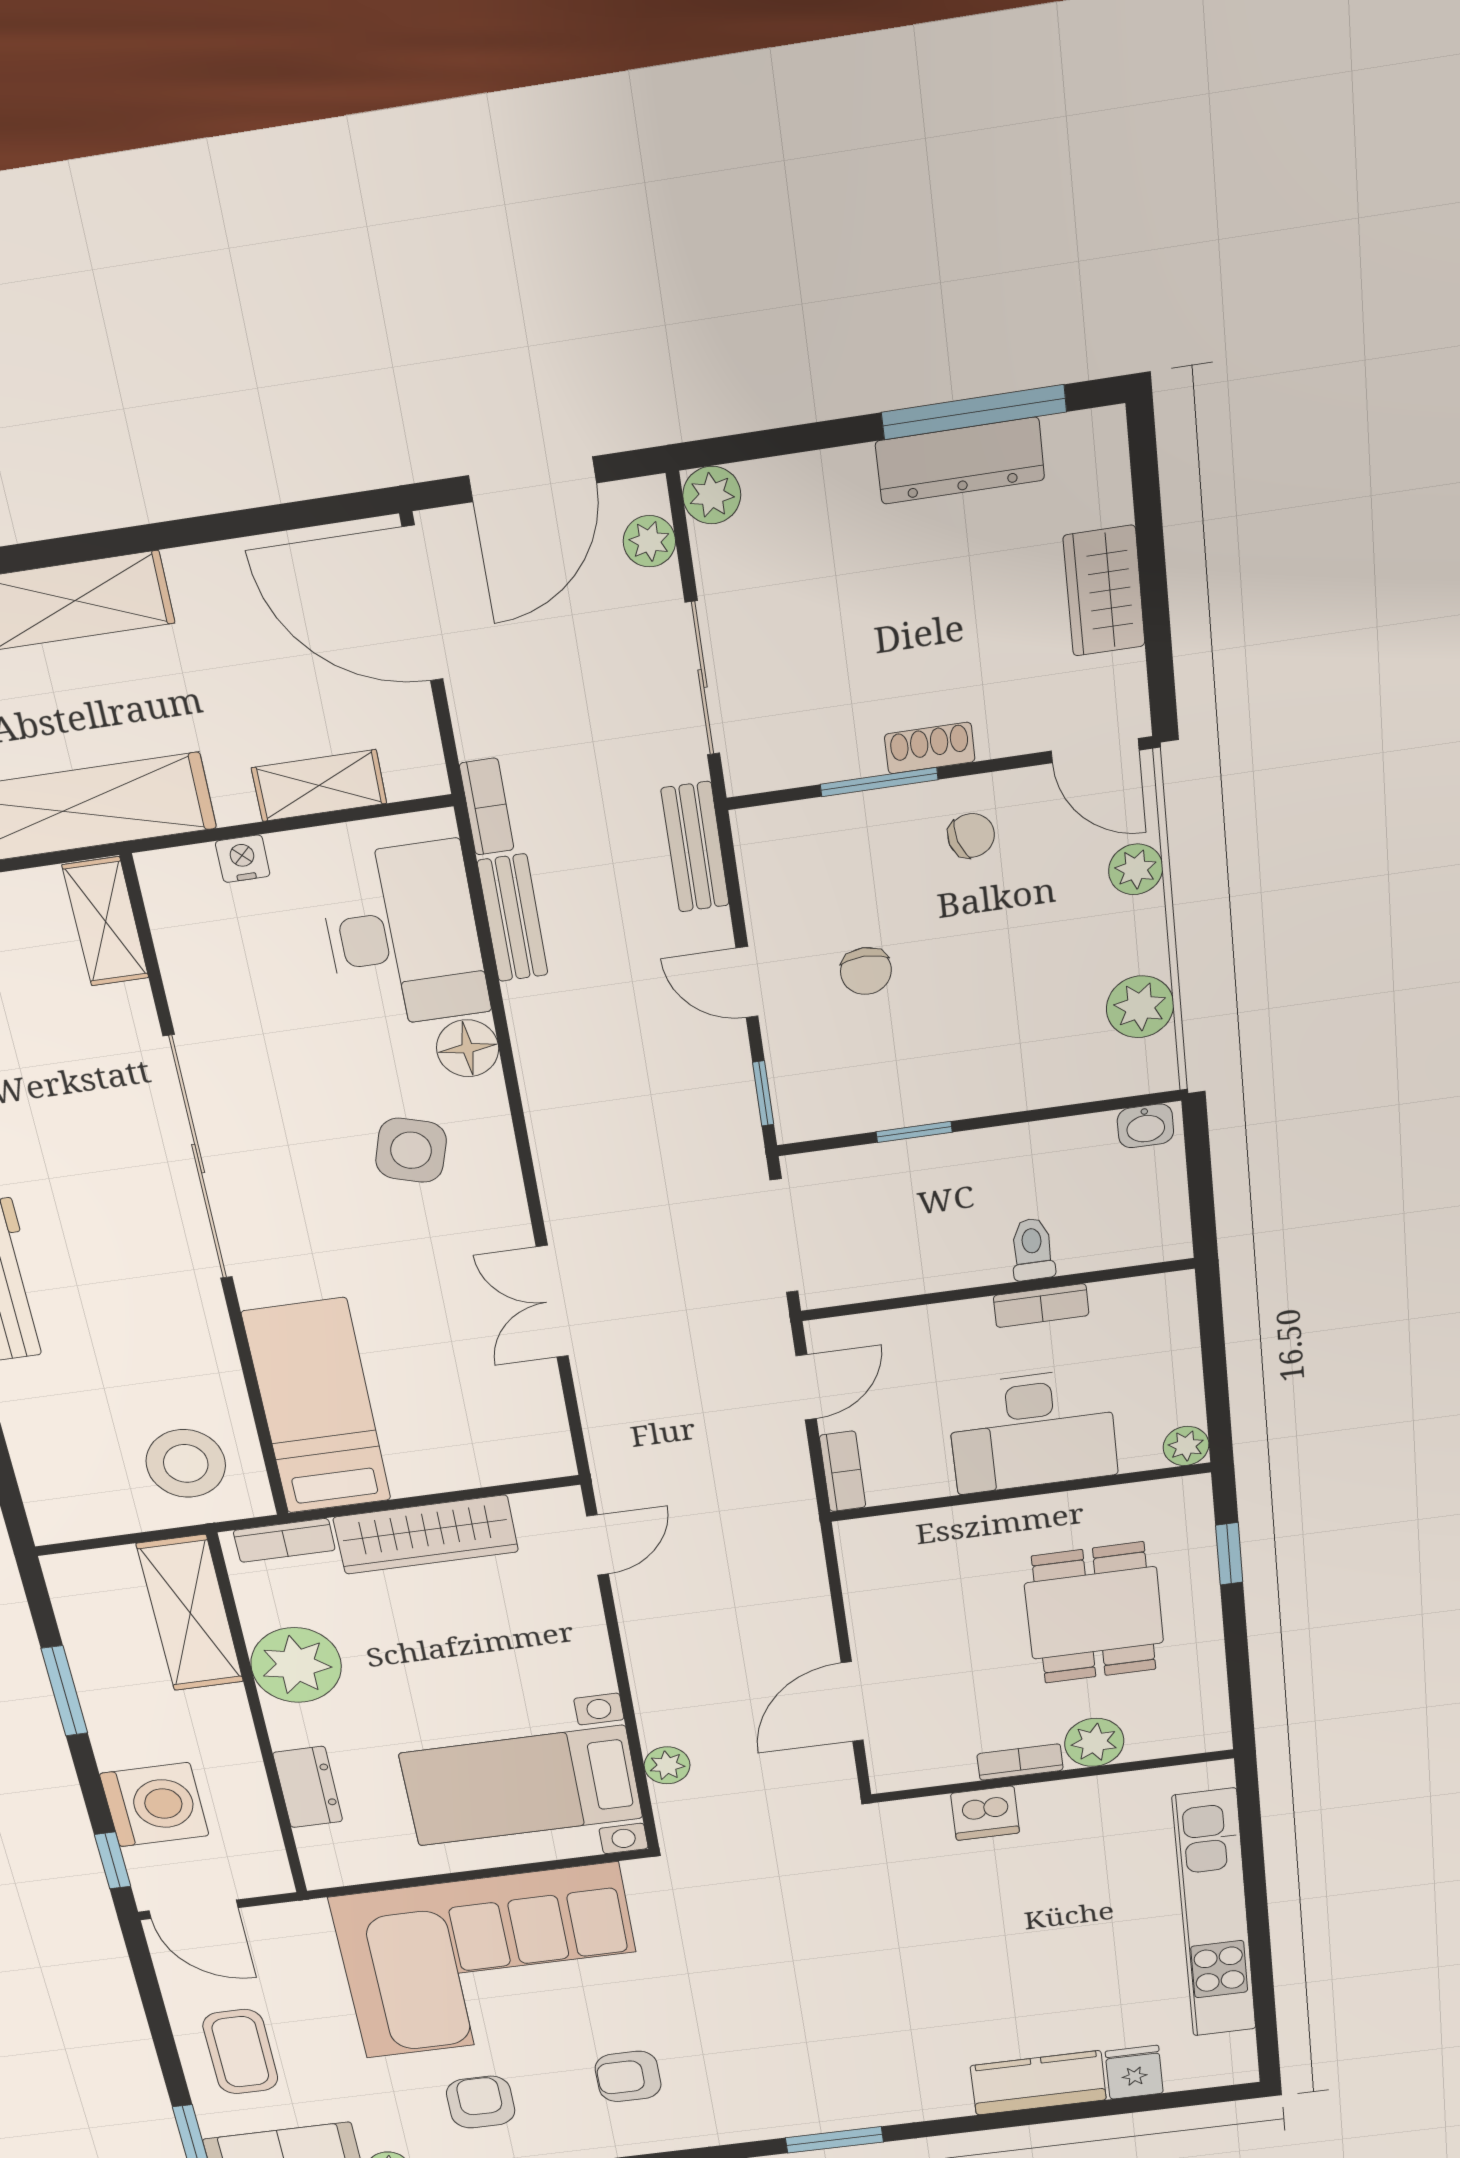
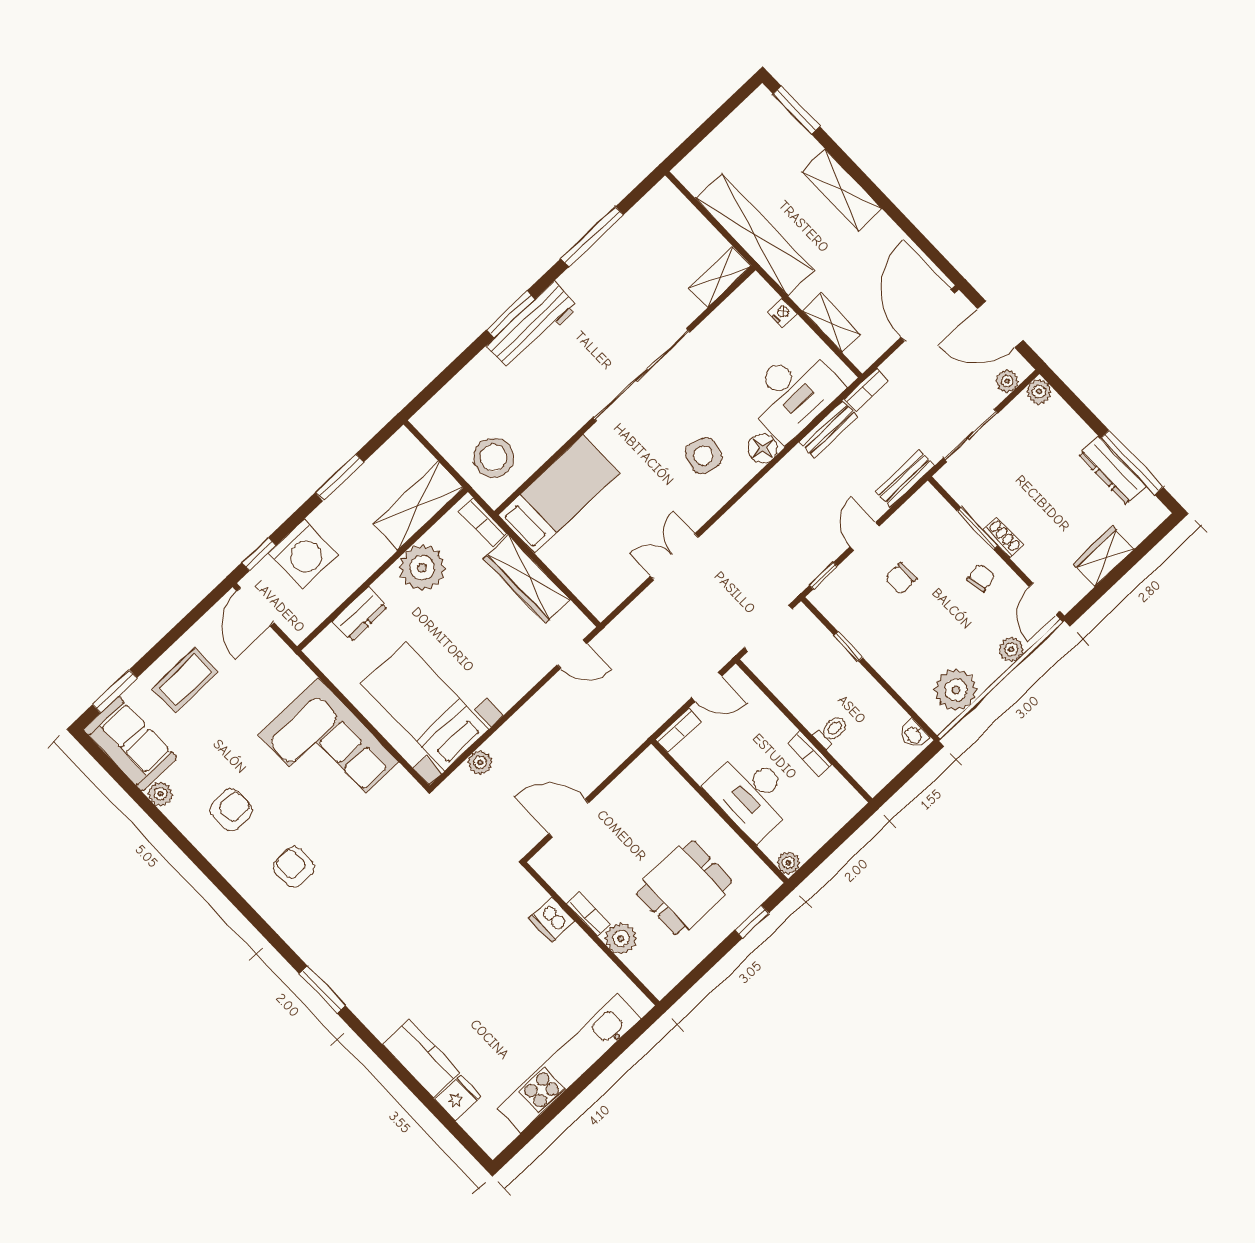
chair: (971, 836) -> (981, 578), turned -84
plant: (1140, 1007) -> (956, 690), width x1.36, depth x1.36
corner sofa: (491, 1961) -> (329, 748), width x0.73, depth x0.74

